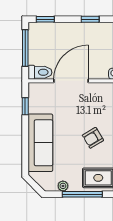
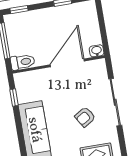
door: (71, 81) -> (67, 63), moved

